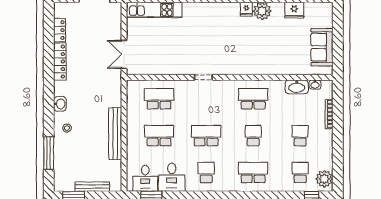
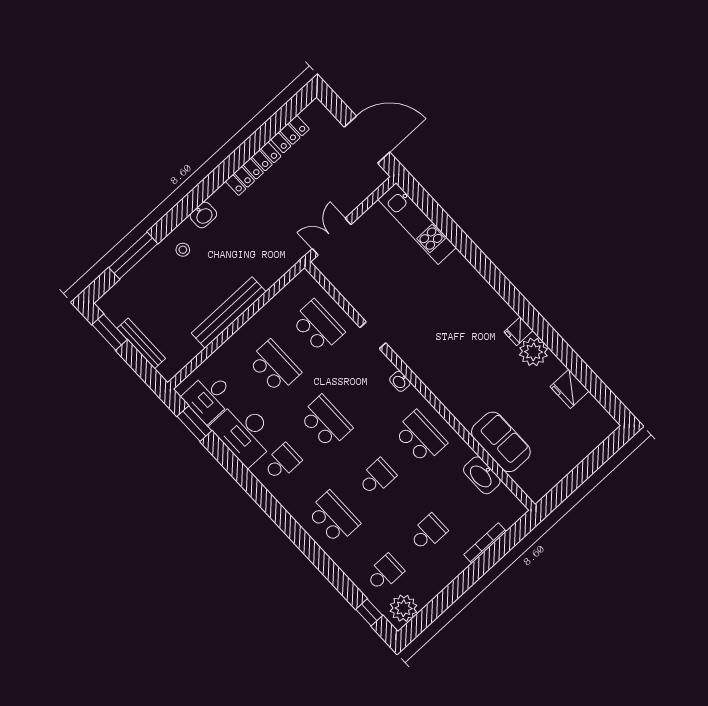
sofa: (322, 47) -> (501, 442), moved, turned 90
doorway: (203, 77) -> (373, 335), moved
washbasin: (315, 84) -> (400, 381), moved
desk: (172, 177) -> (244, 433), width x1.37

